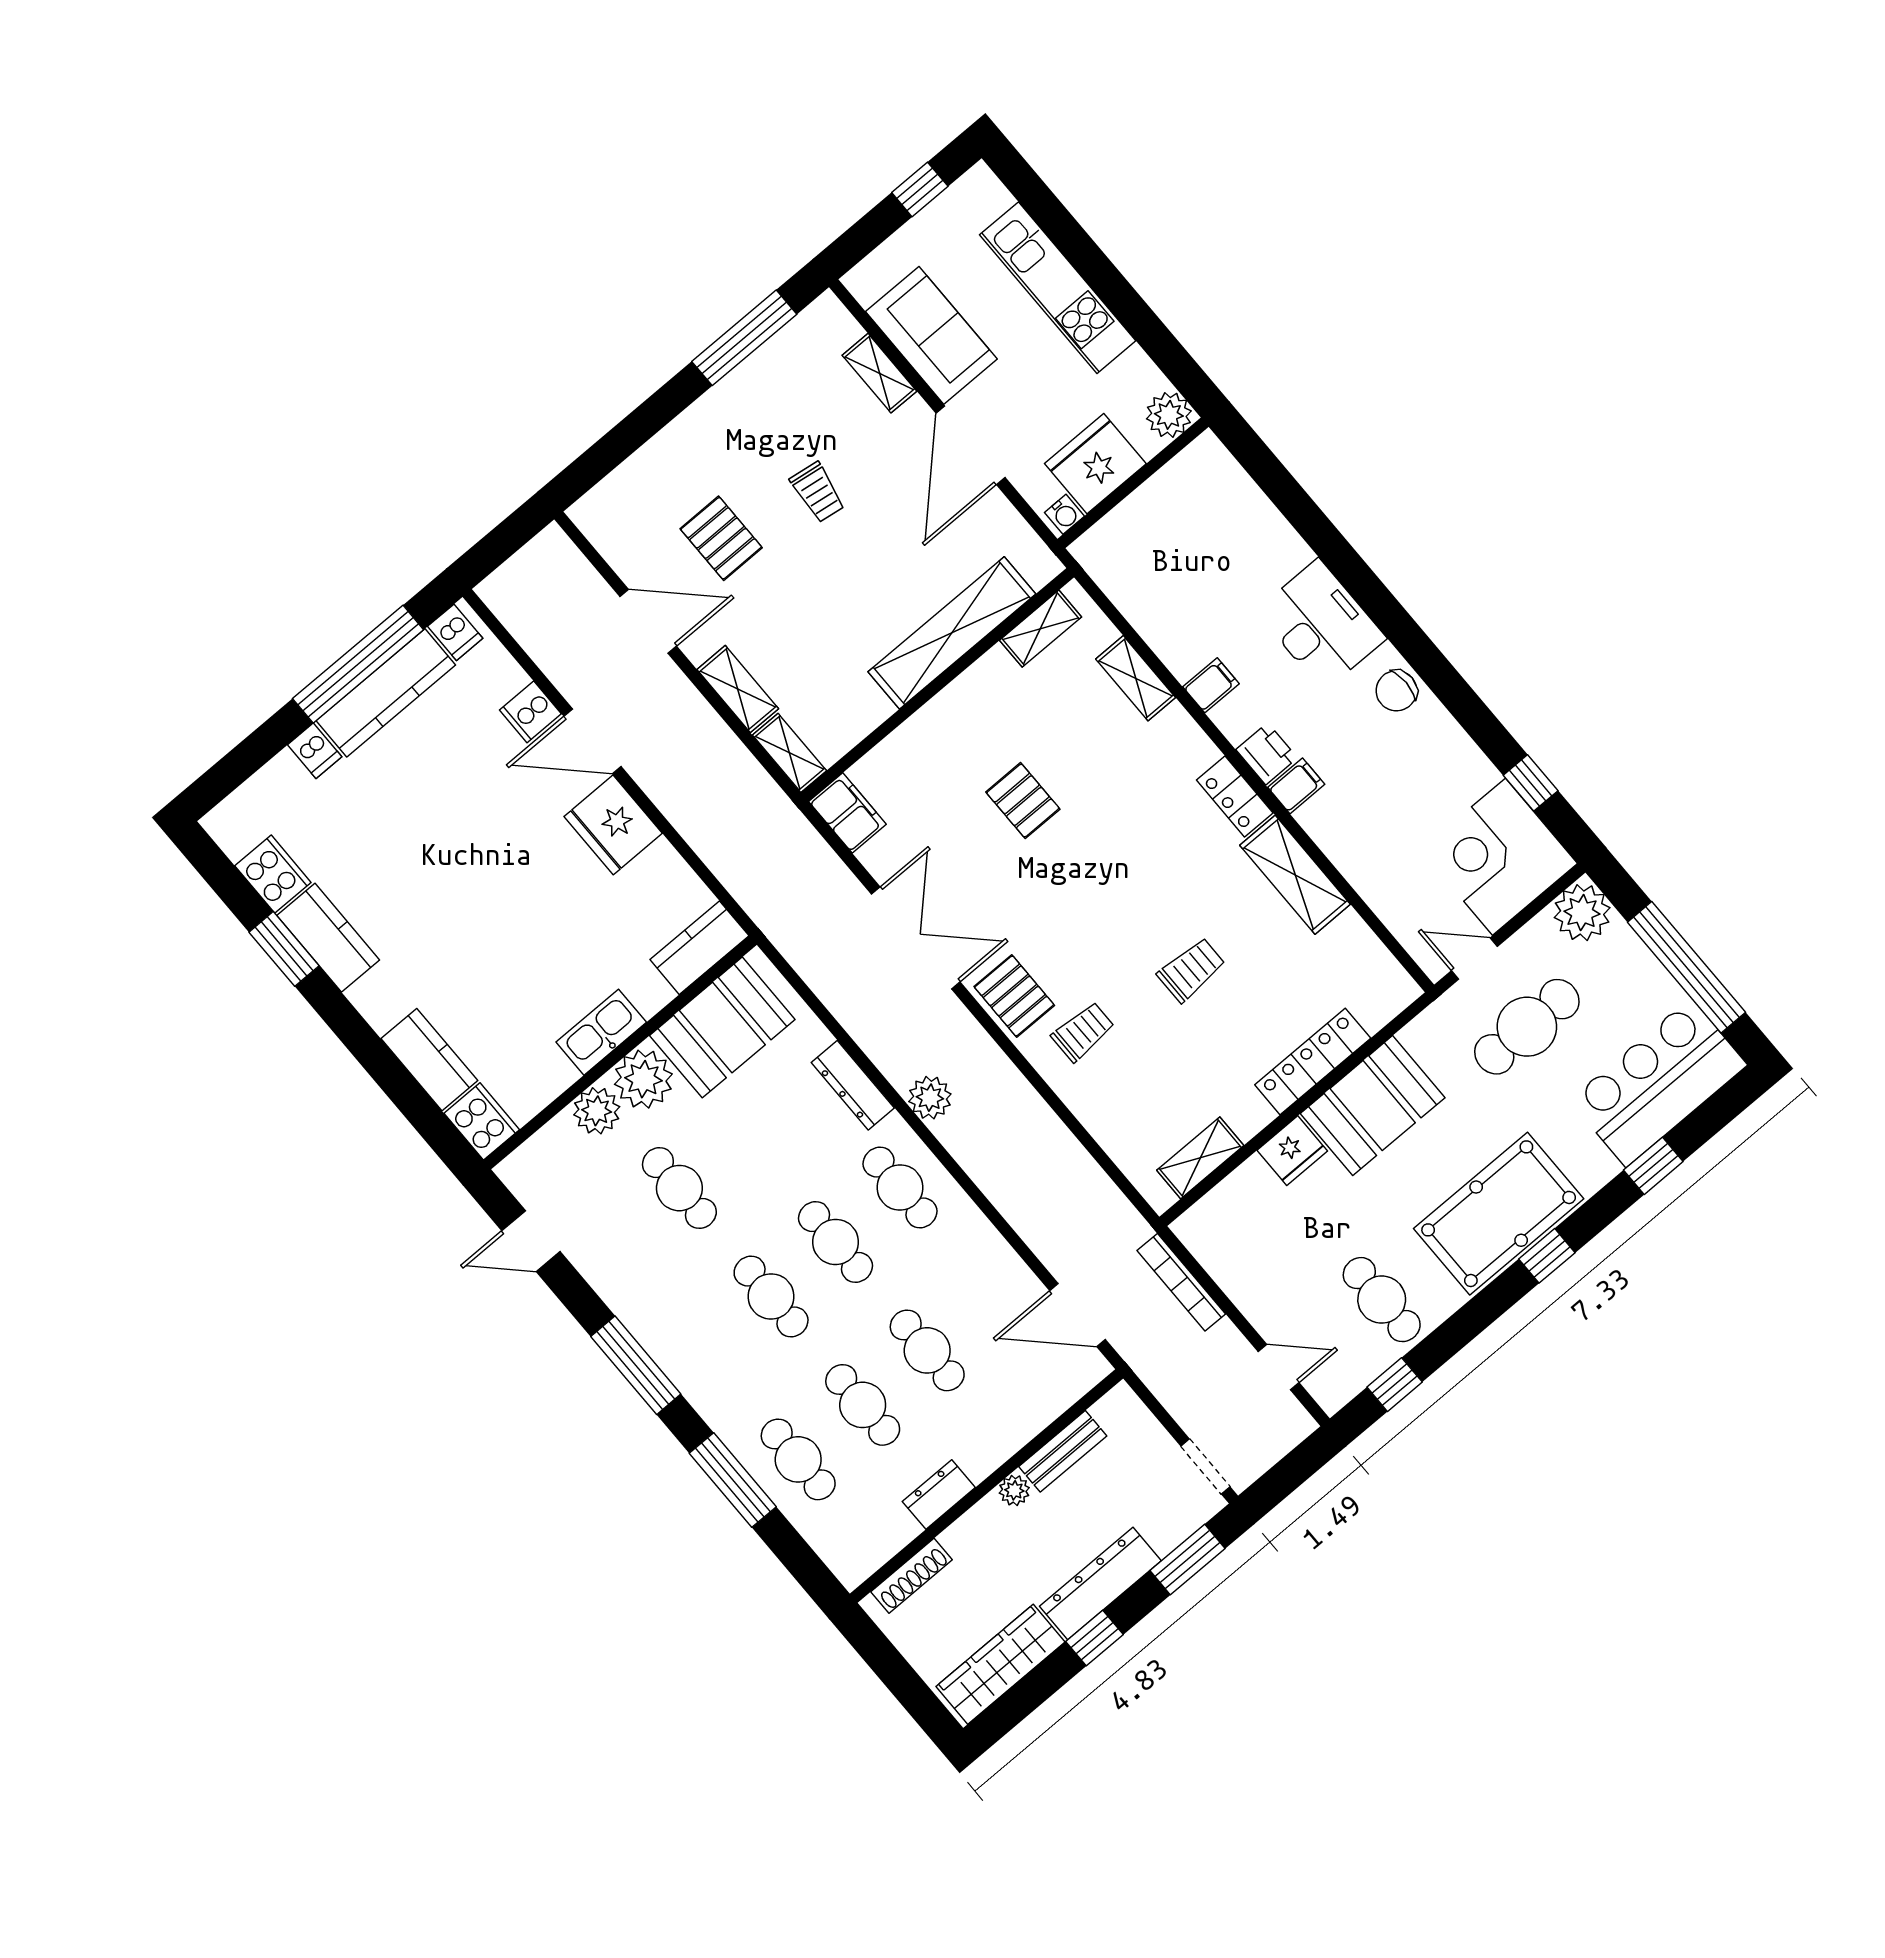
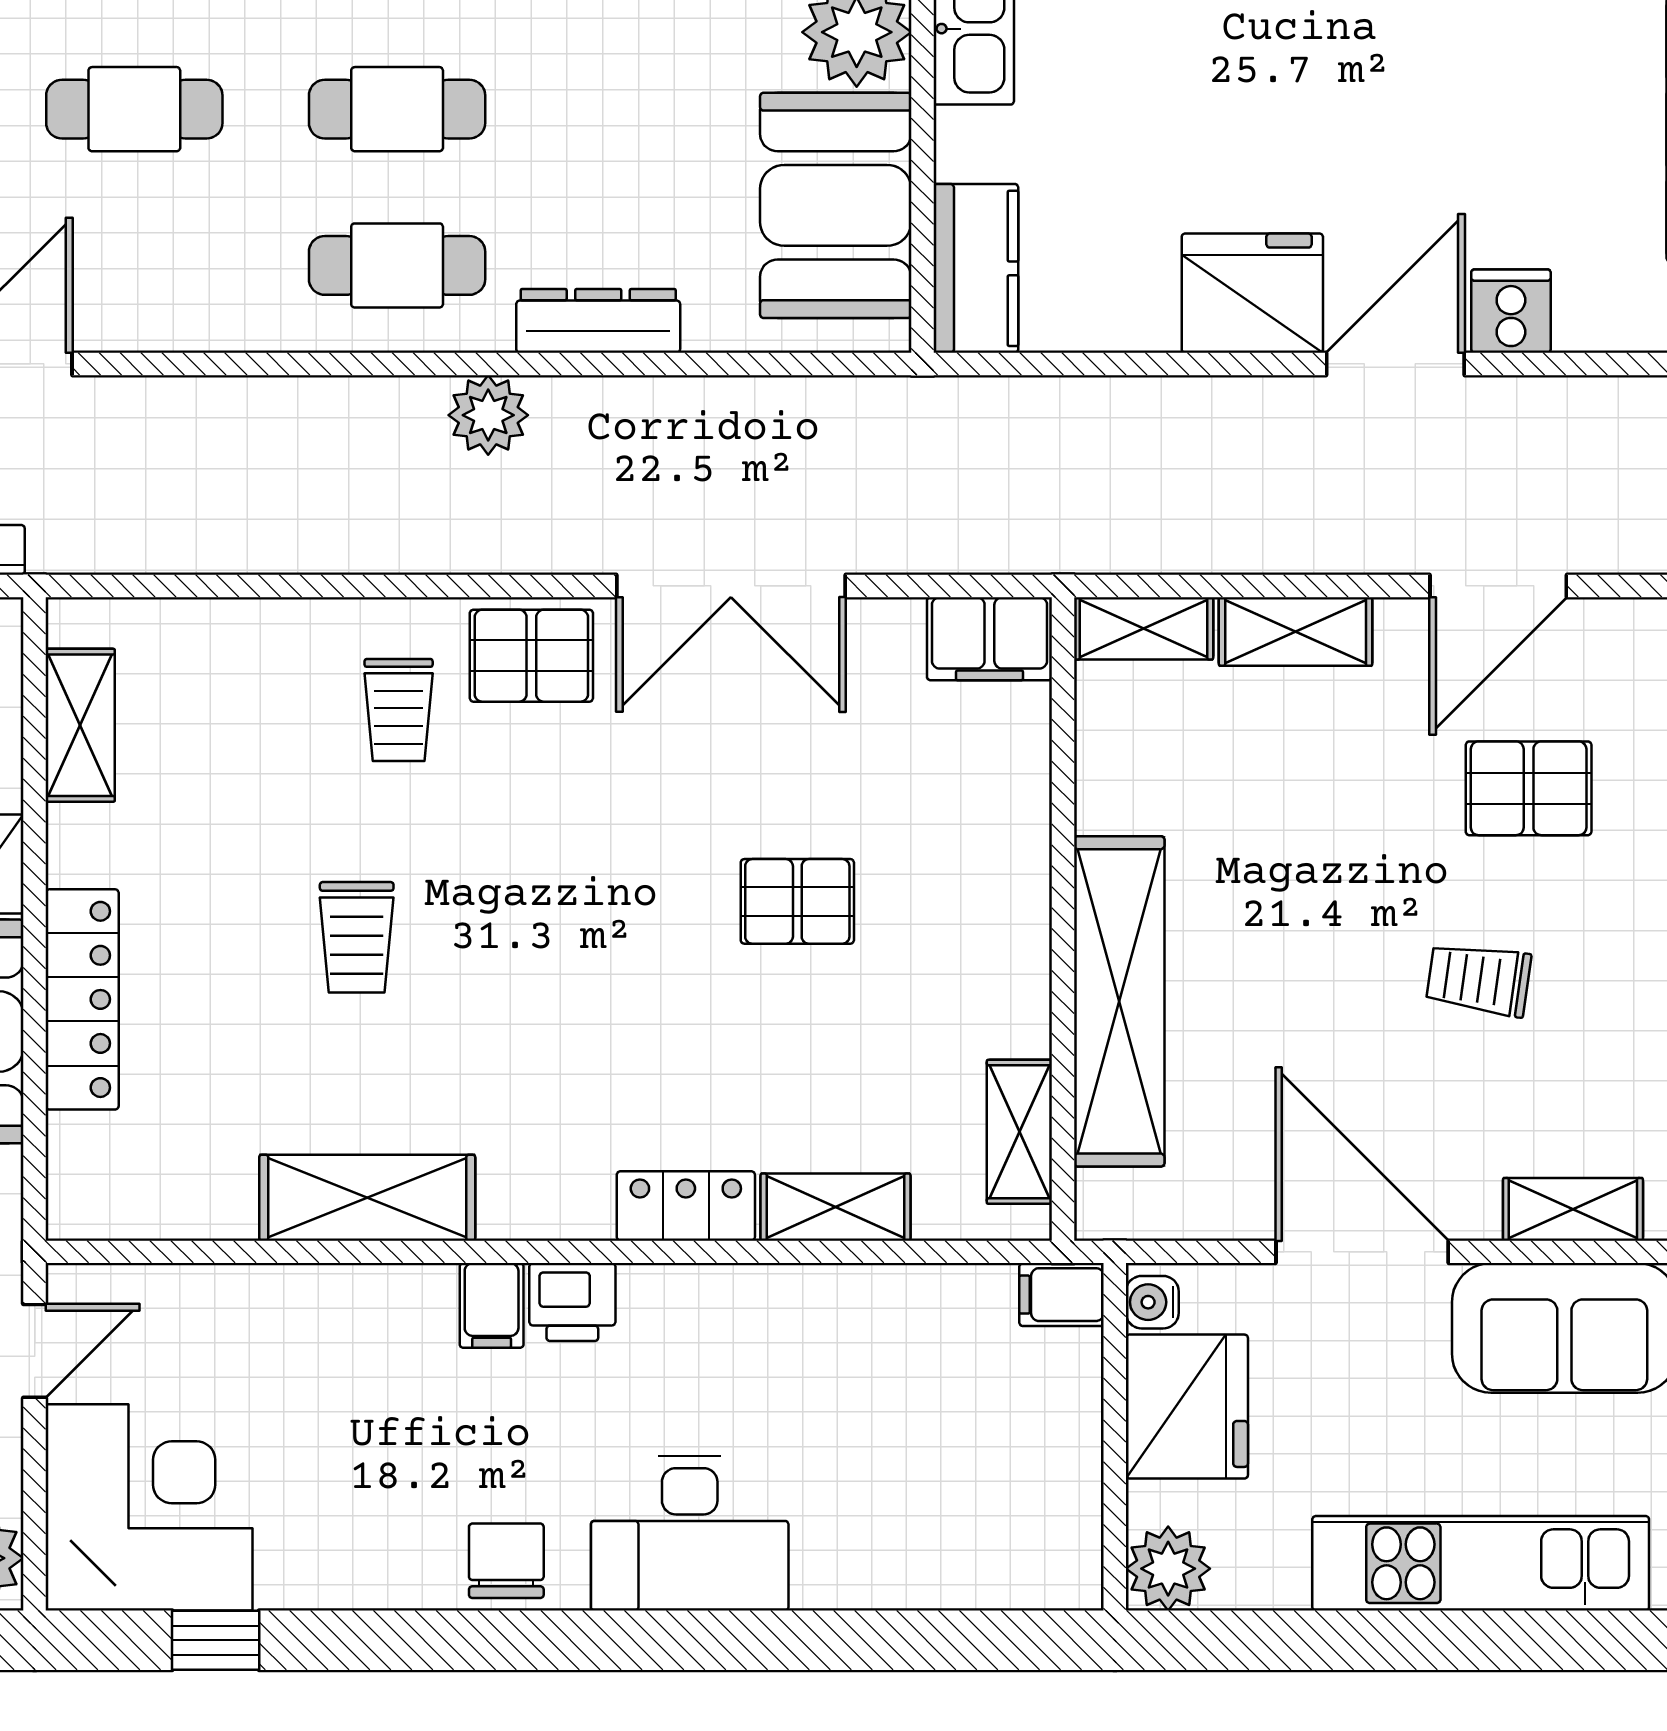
filing cabinet: (1211, 685) -> (1062, 1295), moved, turned 90
locker: (1235, 796) -> (686, 1206), moved

